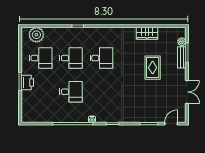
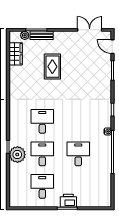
wardrobe: (147, 33) -> (16, 54), moved
plant: (36, 35) -> (17, 155), moved
rug: (153, 68) -> (52, 67), turned 90
double door: (187, 92) -> (90, 30), moved

